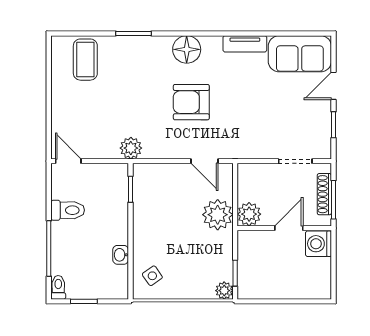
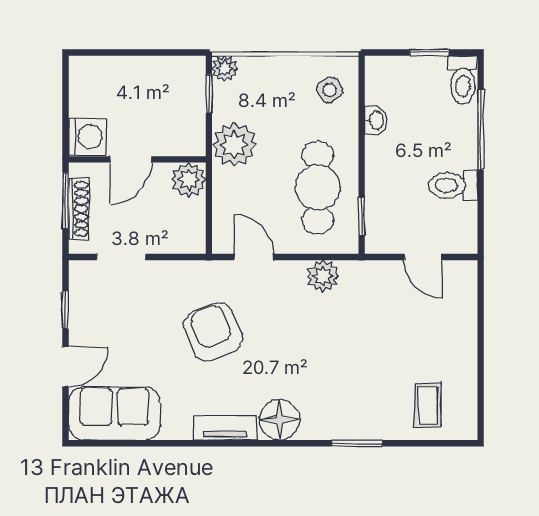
tv unit: (245, 44) -> (225, 428), moved
coffee table: (85, 60) -> (427, 405), width x0.73, depth x0.77
armchair: (191, 102) -> (213, 332), moved, turned -113
plant: (131, 148) -> (323, 276), moved
door: (68, 161) -> (423, 257), moved
cafe table: (161, 209) -> (318, 188), added
plant: (218, 215) -> (234, 145), moved
toilet: (58, 287) -> (463, 80), width x1.37, depth x1.39

